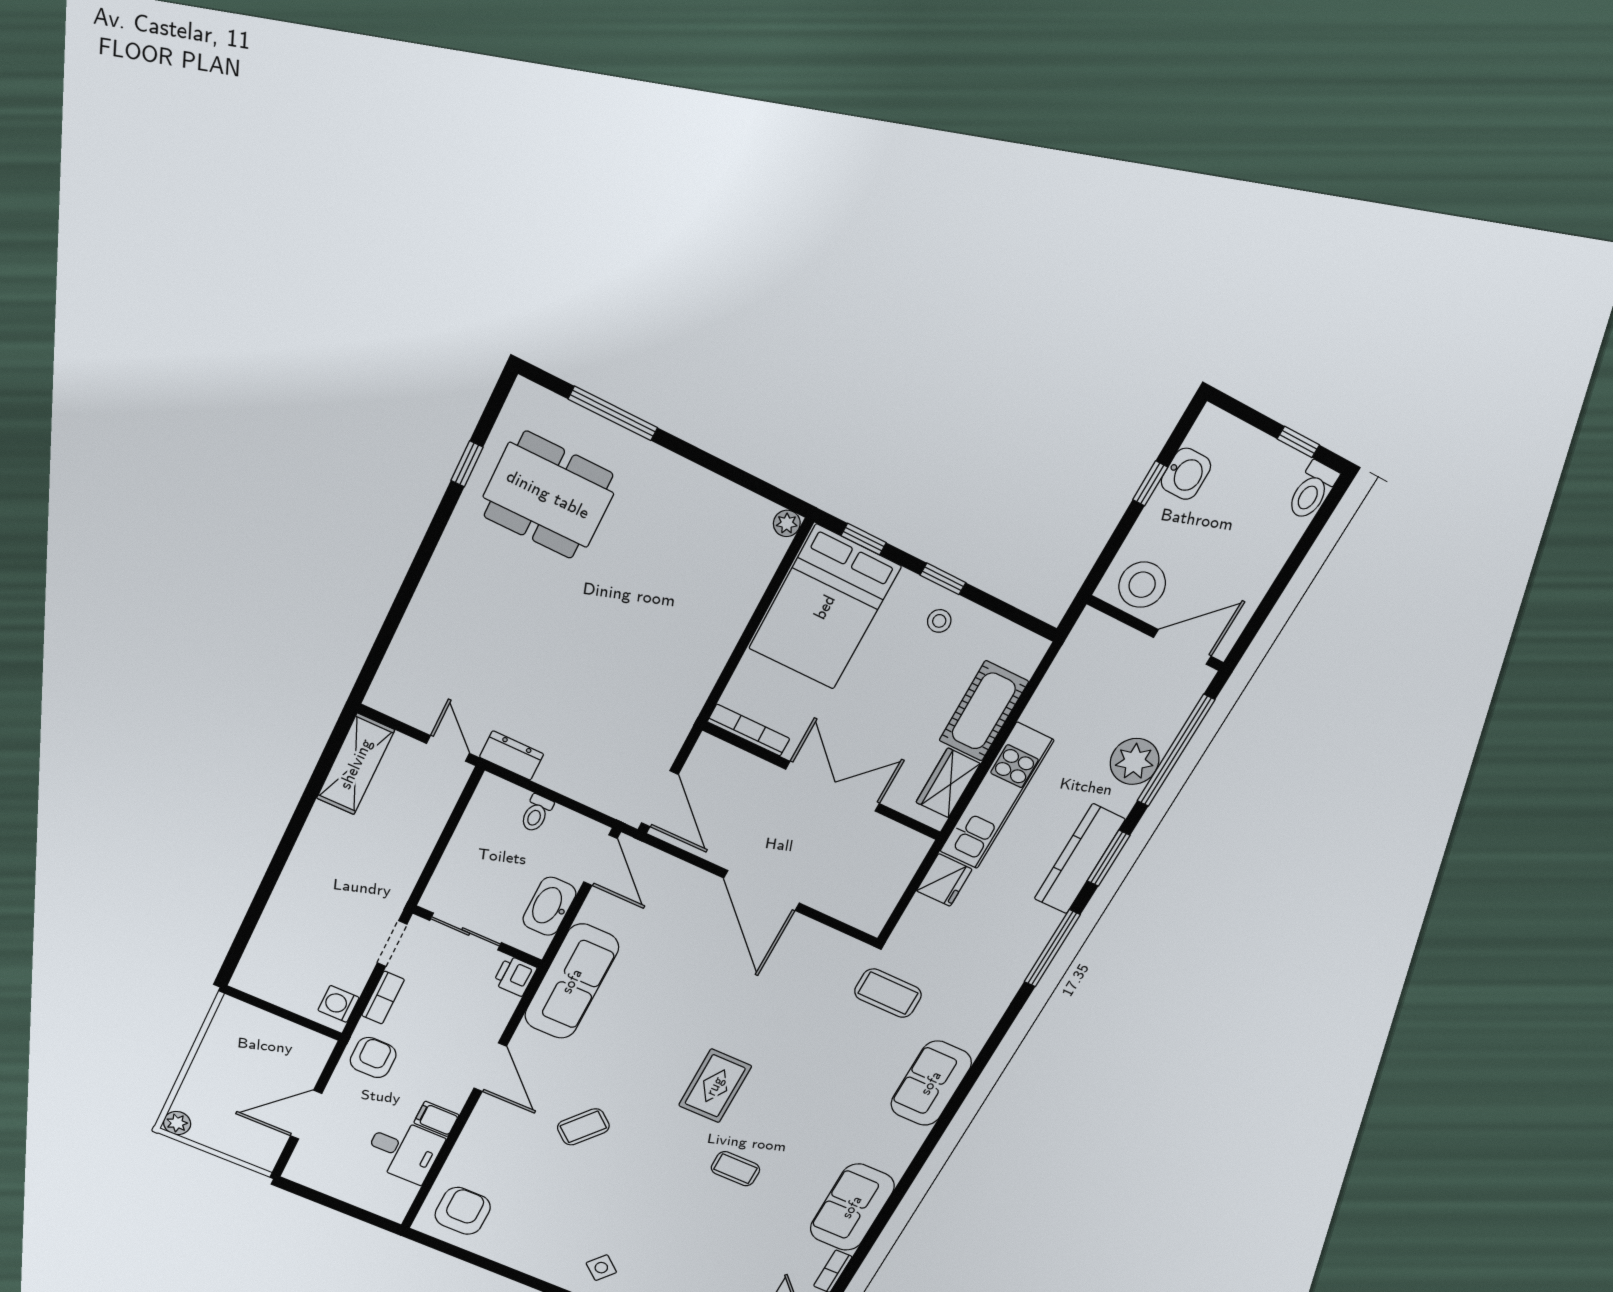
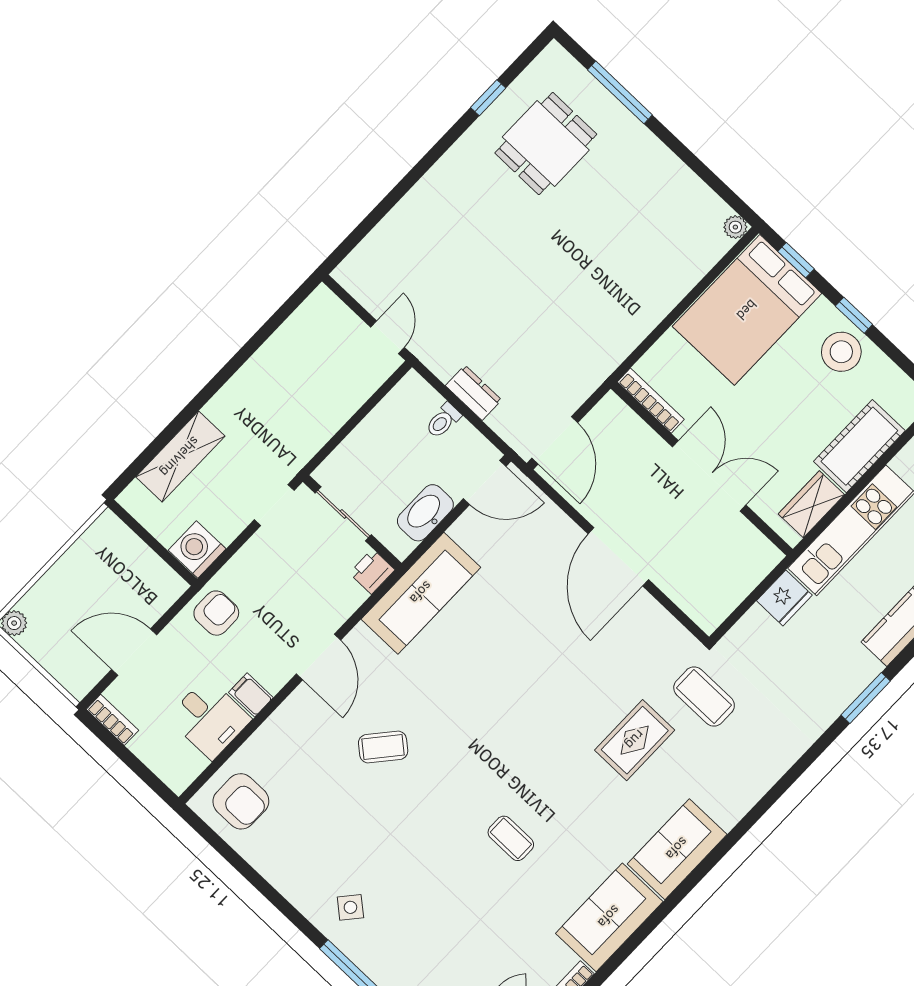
dining table: (548, 495) -> (546, 144), width x0.73
stool: (939, 621) -> (841, 352), width x1.89, depth x1.89
dresser: (512, 756) -> (474, 393), moved
shelving: (356, 764) -> (180, 457), moved
door: (600, 860) -> (485, 482), hinge flipped
window: (1052, 948) -> (866, 698), width x0.69
bookcase: (383, 998) -> (112, 720), moved, turned -90
washing machine: (338, 1004) -> (197, 549), width x1.38, depth x1.38
sofa: (931, 1083) -> (677, 849), moved
rug: (715, 1086) -> (635, 740), moved
armchair: (463, 1211) -> (241, 801), turned 90

